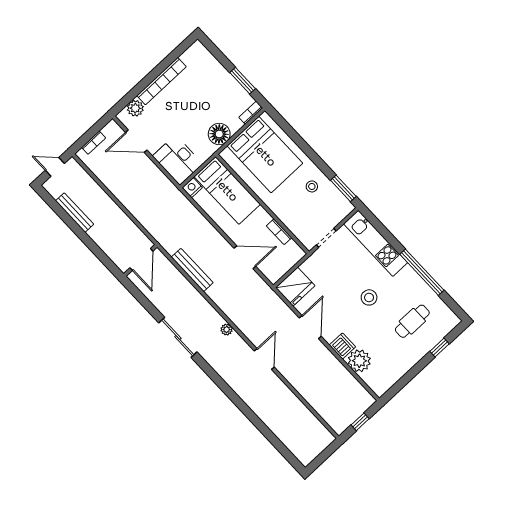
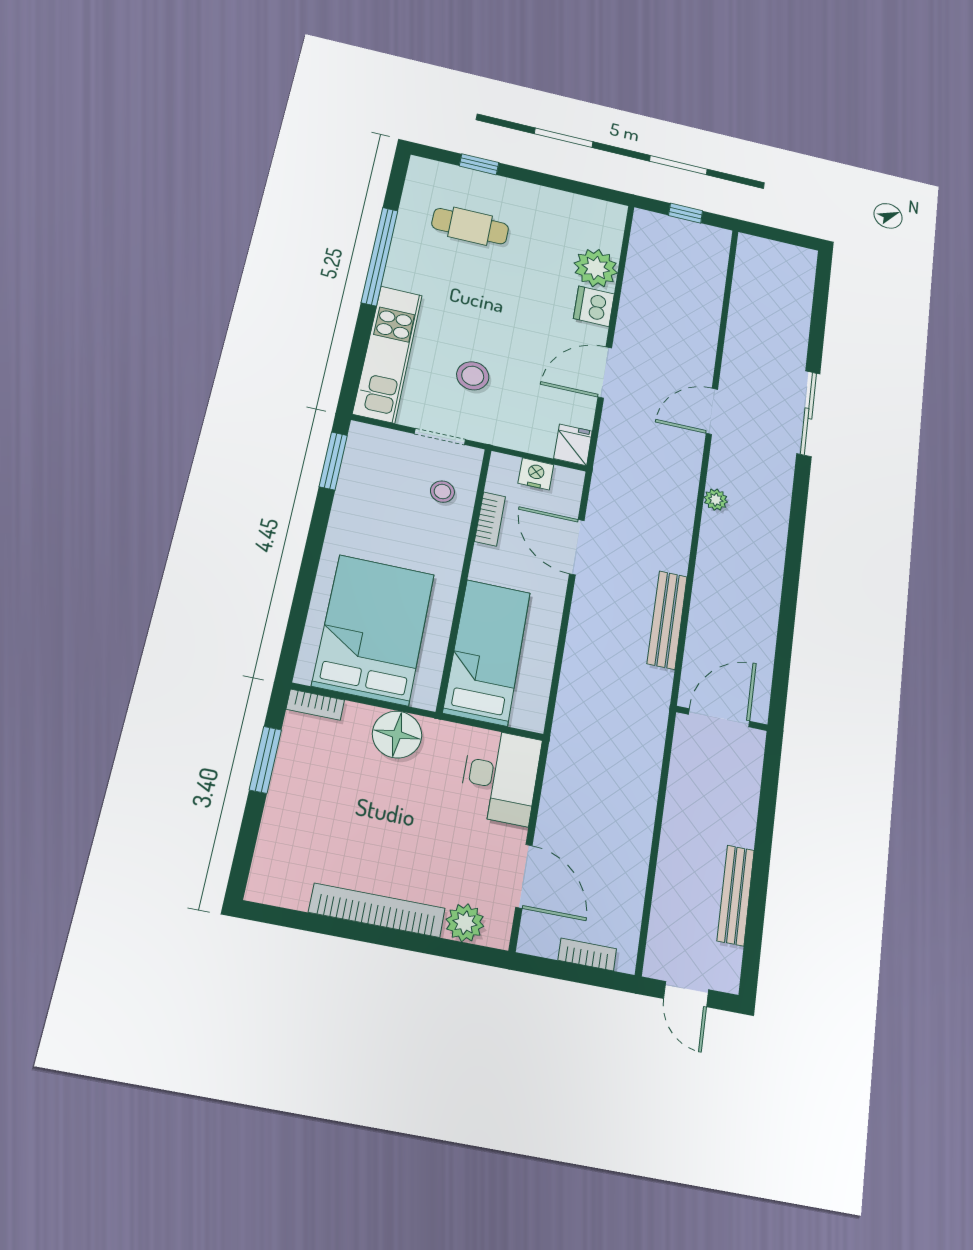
stool: (312, 186) -> (442, 492), moved
nightstand: (192, 188) -> (536, 474), moved, turned 180
fridge: (295, 287) -> (573, 445), width x0.53, depth x0.75
stool: (369, 297) -> (473, 376), moved
sliding door: (178, 337) -> (808, 413), moved

